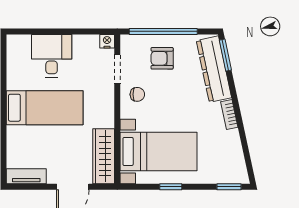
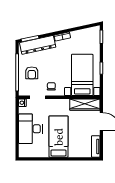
desk: (52, 56) -> (30, 129), width x1.37

